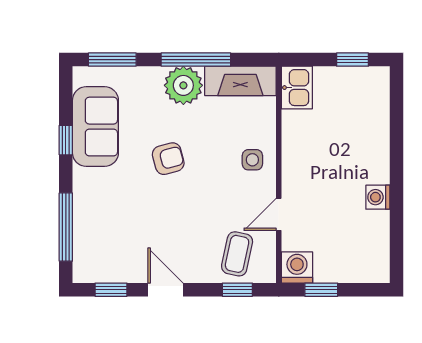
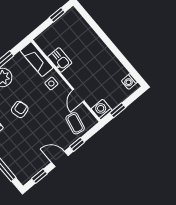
fireplace: (240, 81) -> (37, 59), moved, turned 90
kitchen sink: (297, 88) -> (60, 60), moved
washing machine: (378, 197) -> (129, 81), moved
window: (237, 290) -> (77, 144), moved

